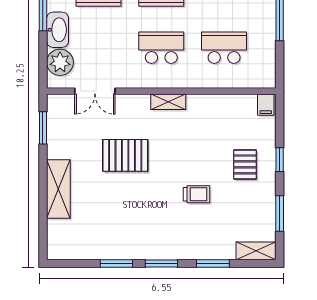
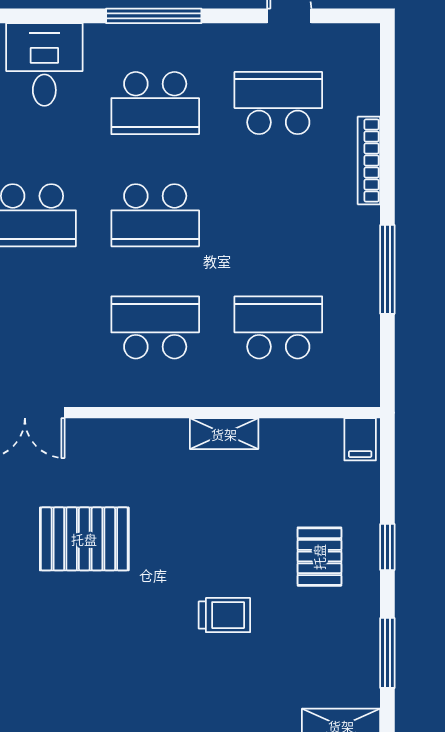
shelving: (168, 102) -> (224, 434), moved

